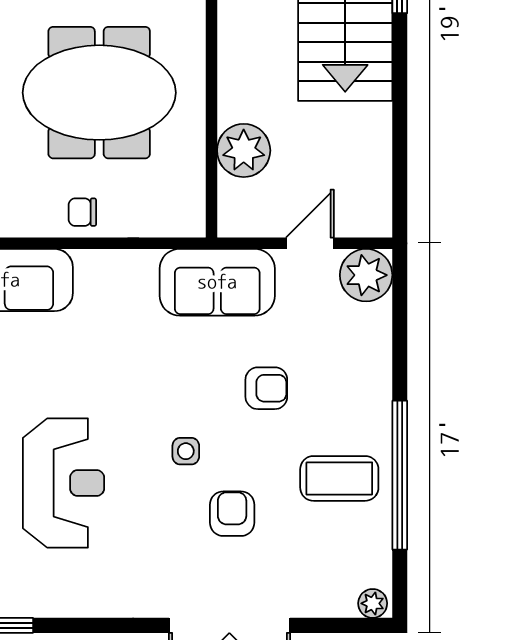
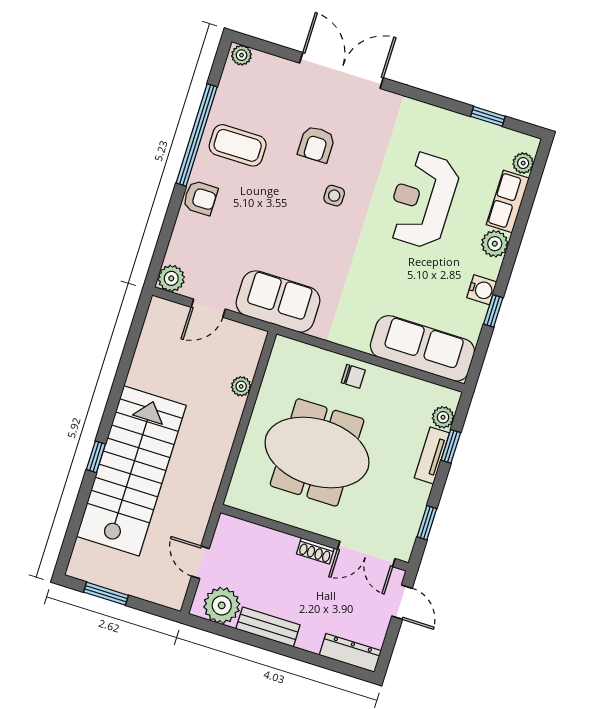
plant: (244, 150) -> (241, 386), width x0.53, depth x0.53
plant: (366, 275) -> (171, 278), width x0.73, depth x0.73
armchair: (266, 388) -> (200, 198), moved, turned 180

